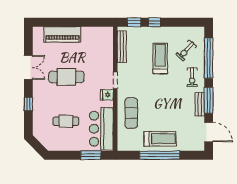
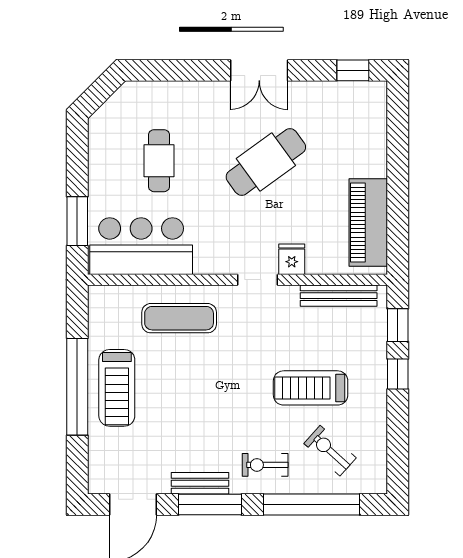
piano: (62, 34) -> (368, 223), moved
treadmill: (160, 58) -> (311, 388), turned 180
double door: (28, 67) -> (259, 70), moved
cafe table: (66, 77) -> (266, 162), turned 54
fridge: (107, 95) -> (292, 259), moved
window: (28, 104) -> (353, 70), moved

